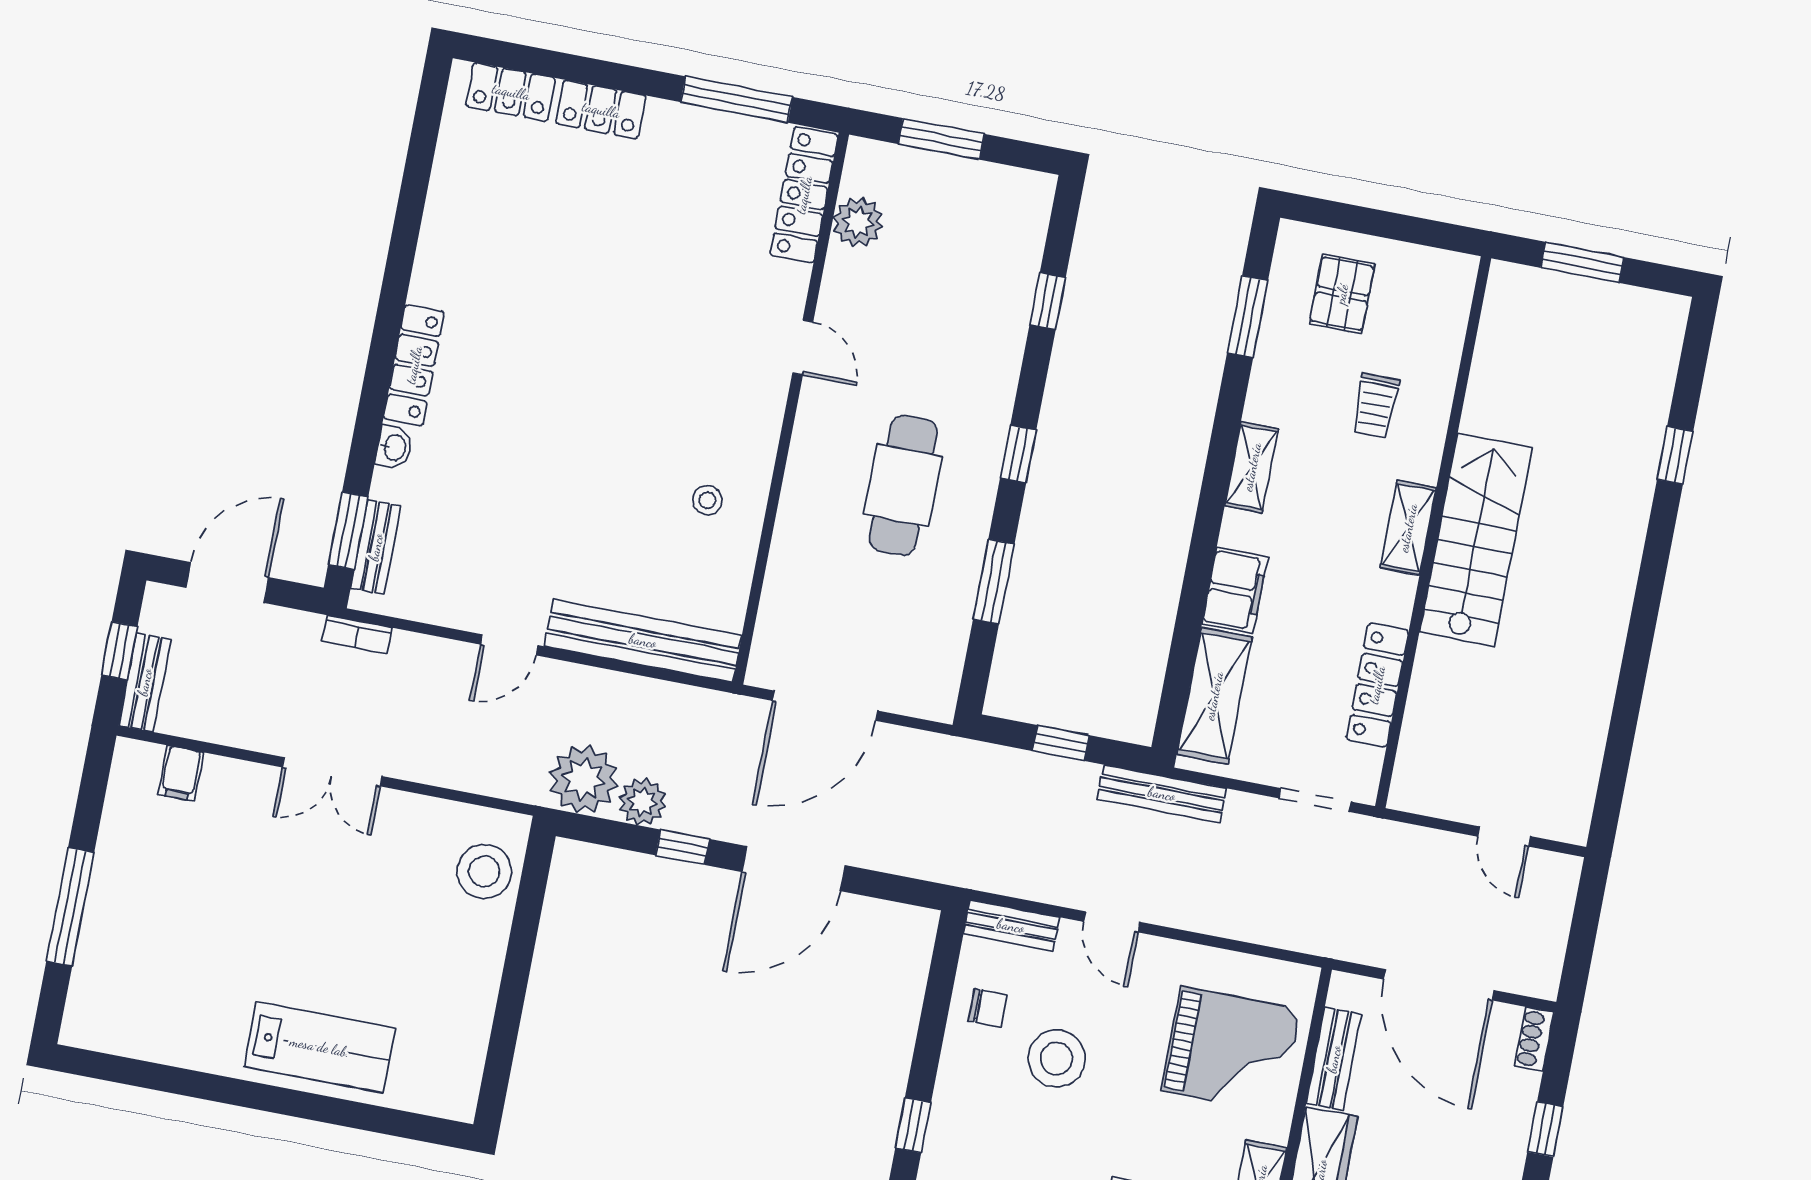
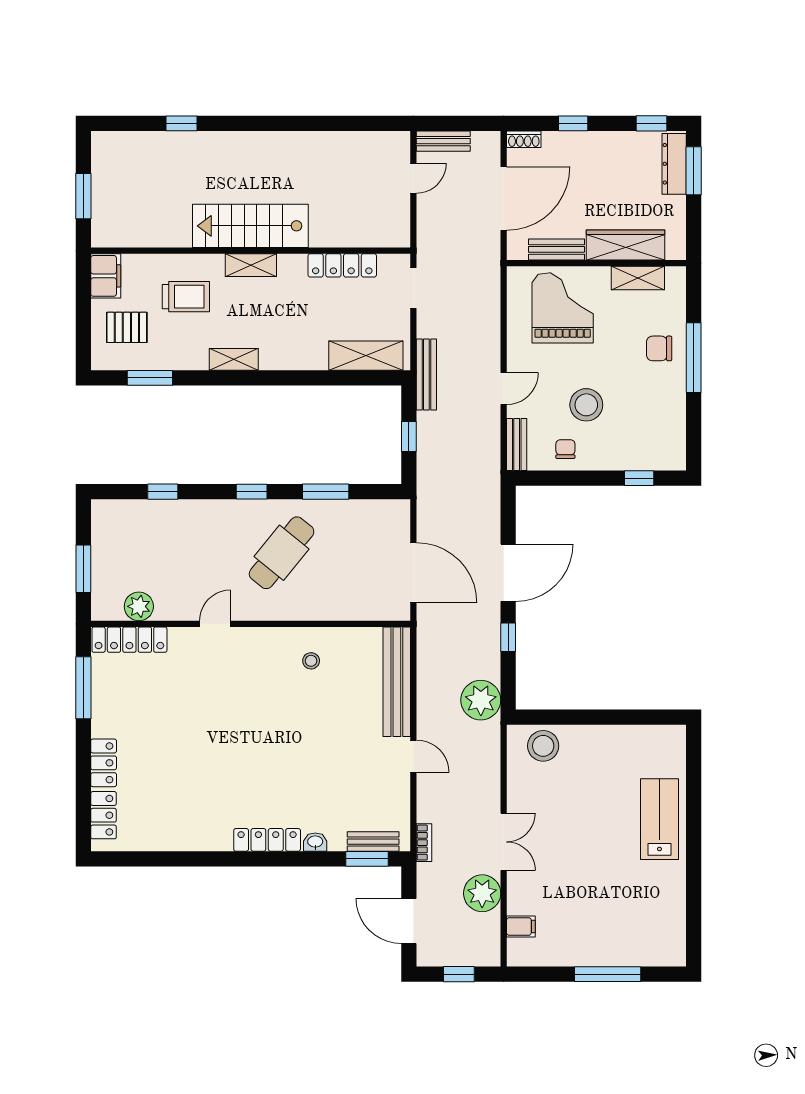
trolley: (1375, 406) -> (186, 297), width x1.36, depth x1.39
cafe table: (903, 485) -> (282, 553), turned -51
filing cabinet: (1235, 590) -> (106, 276), moved, turned 90
bench: (145, 682) -> (443, 141), moved
plant: (642, 802) -> (482, 893), moved, width x1.36, depth x1.36
door: (794, 869) -> (508, 573), hinge flipped

